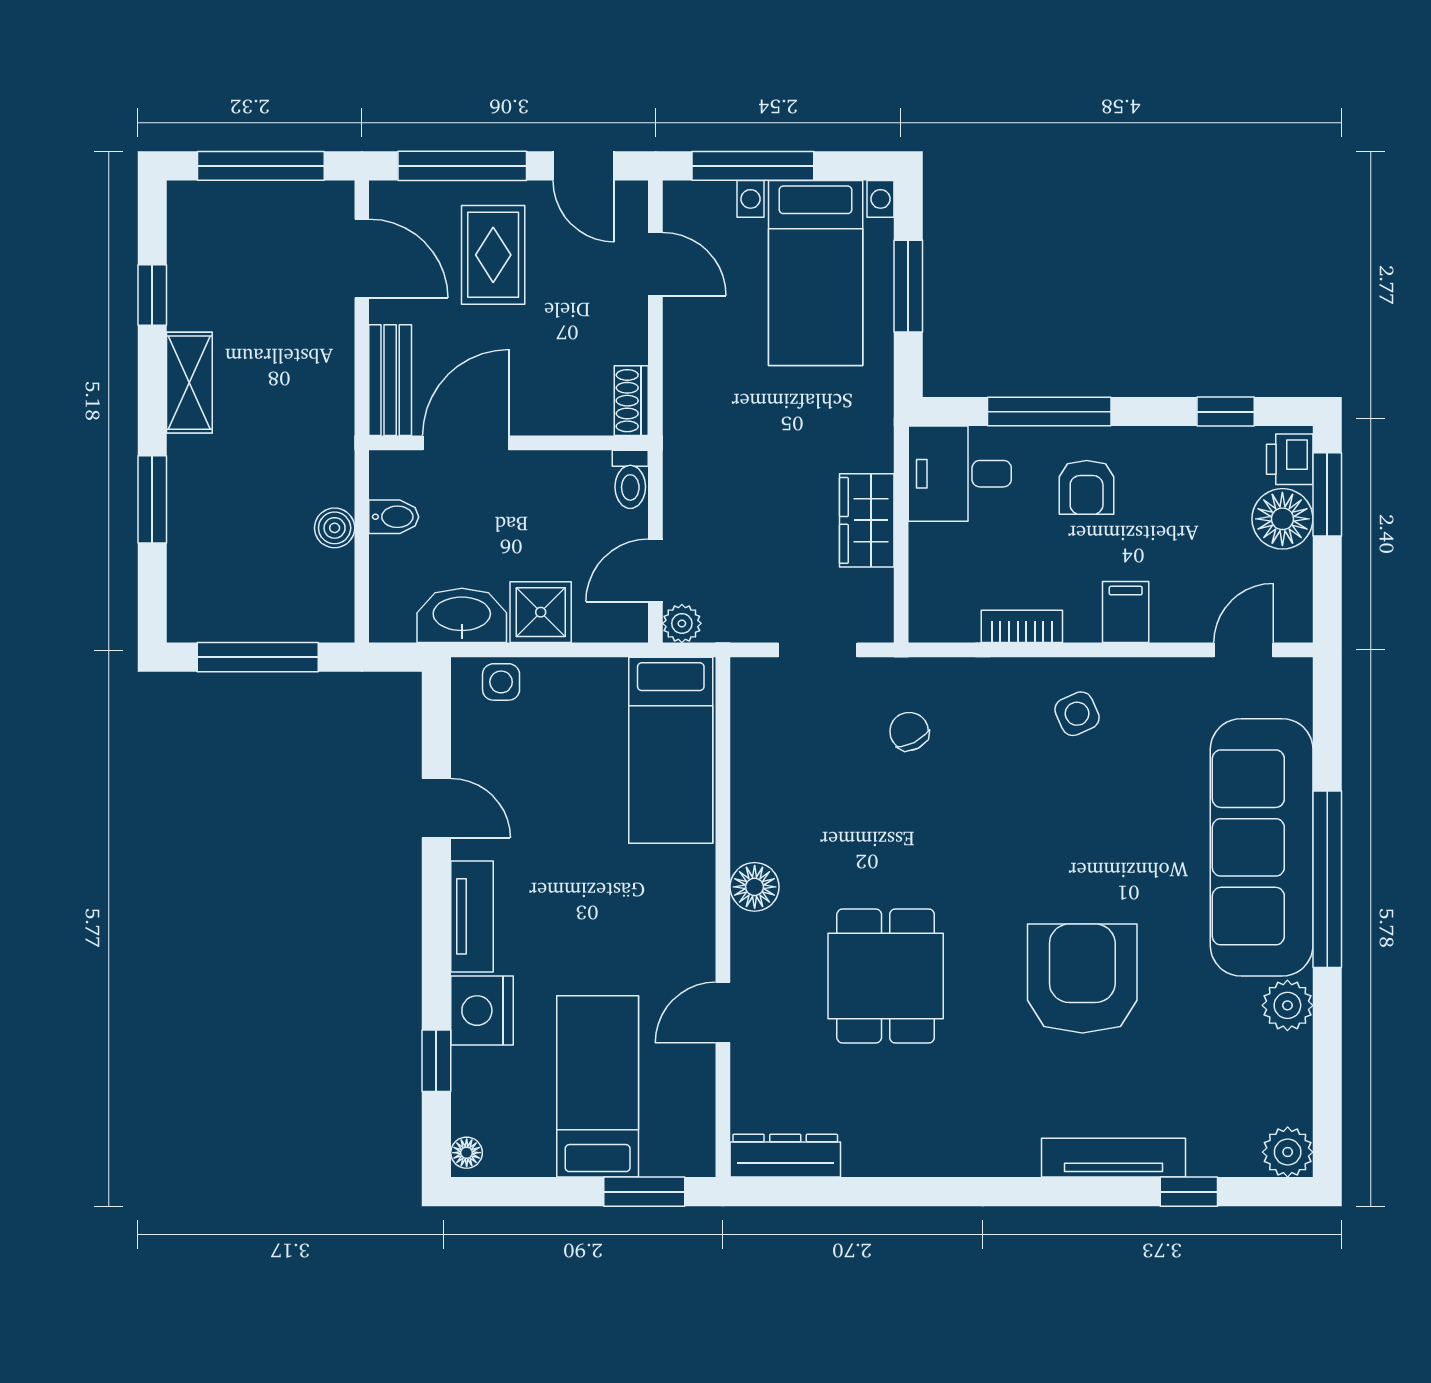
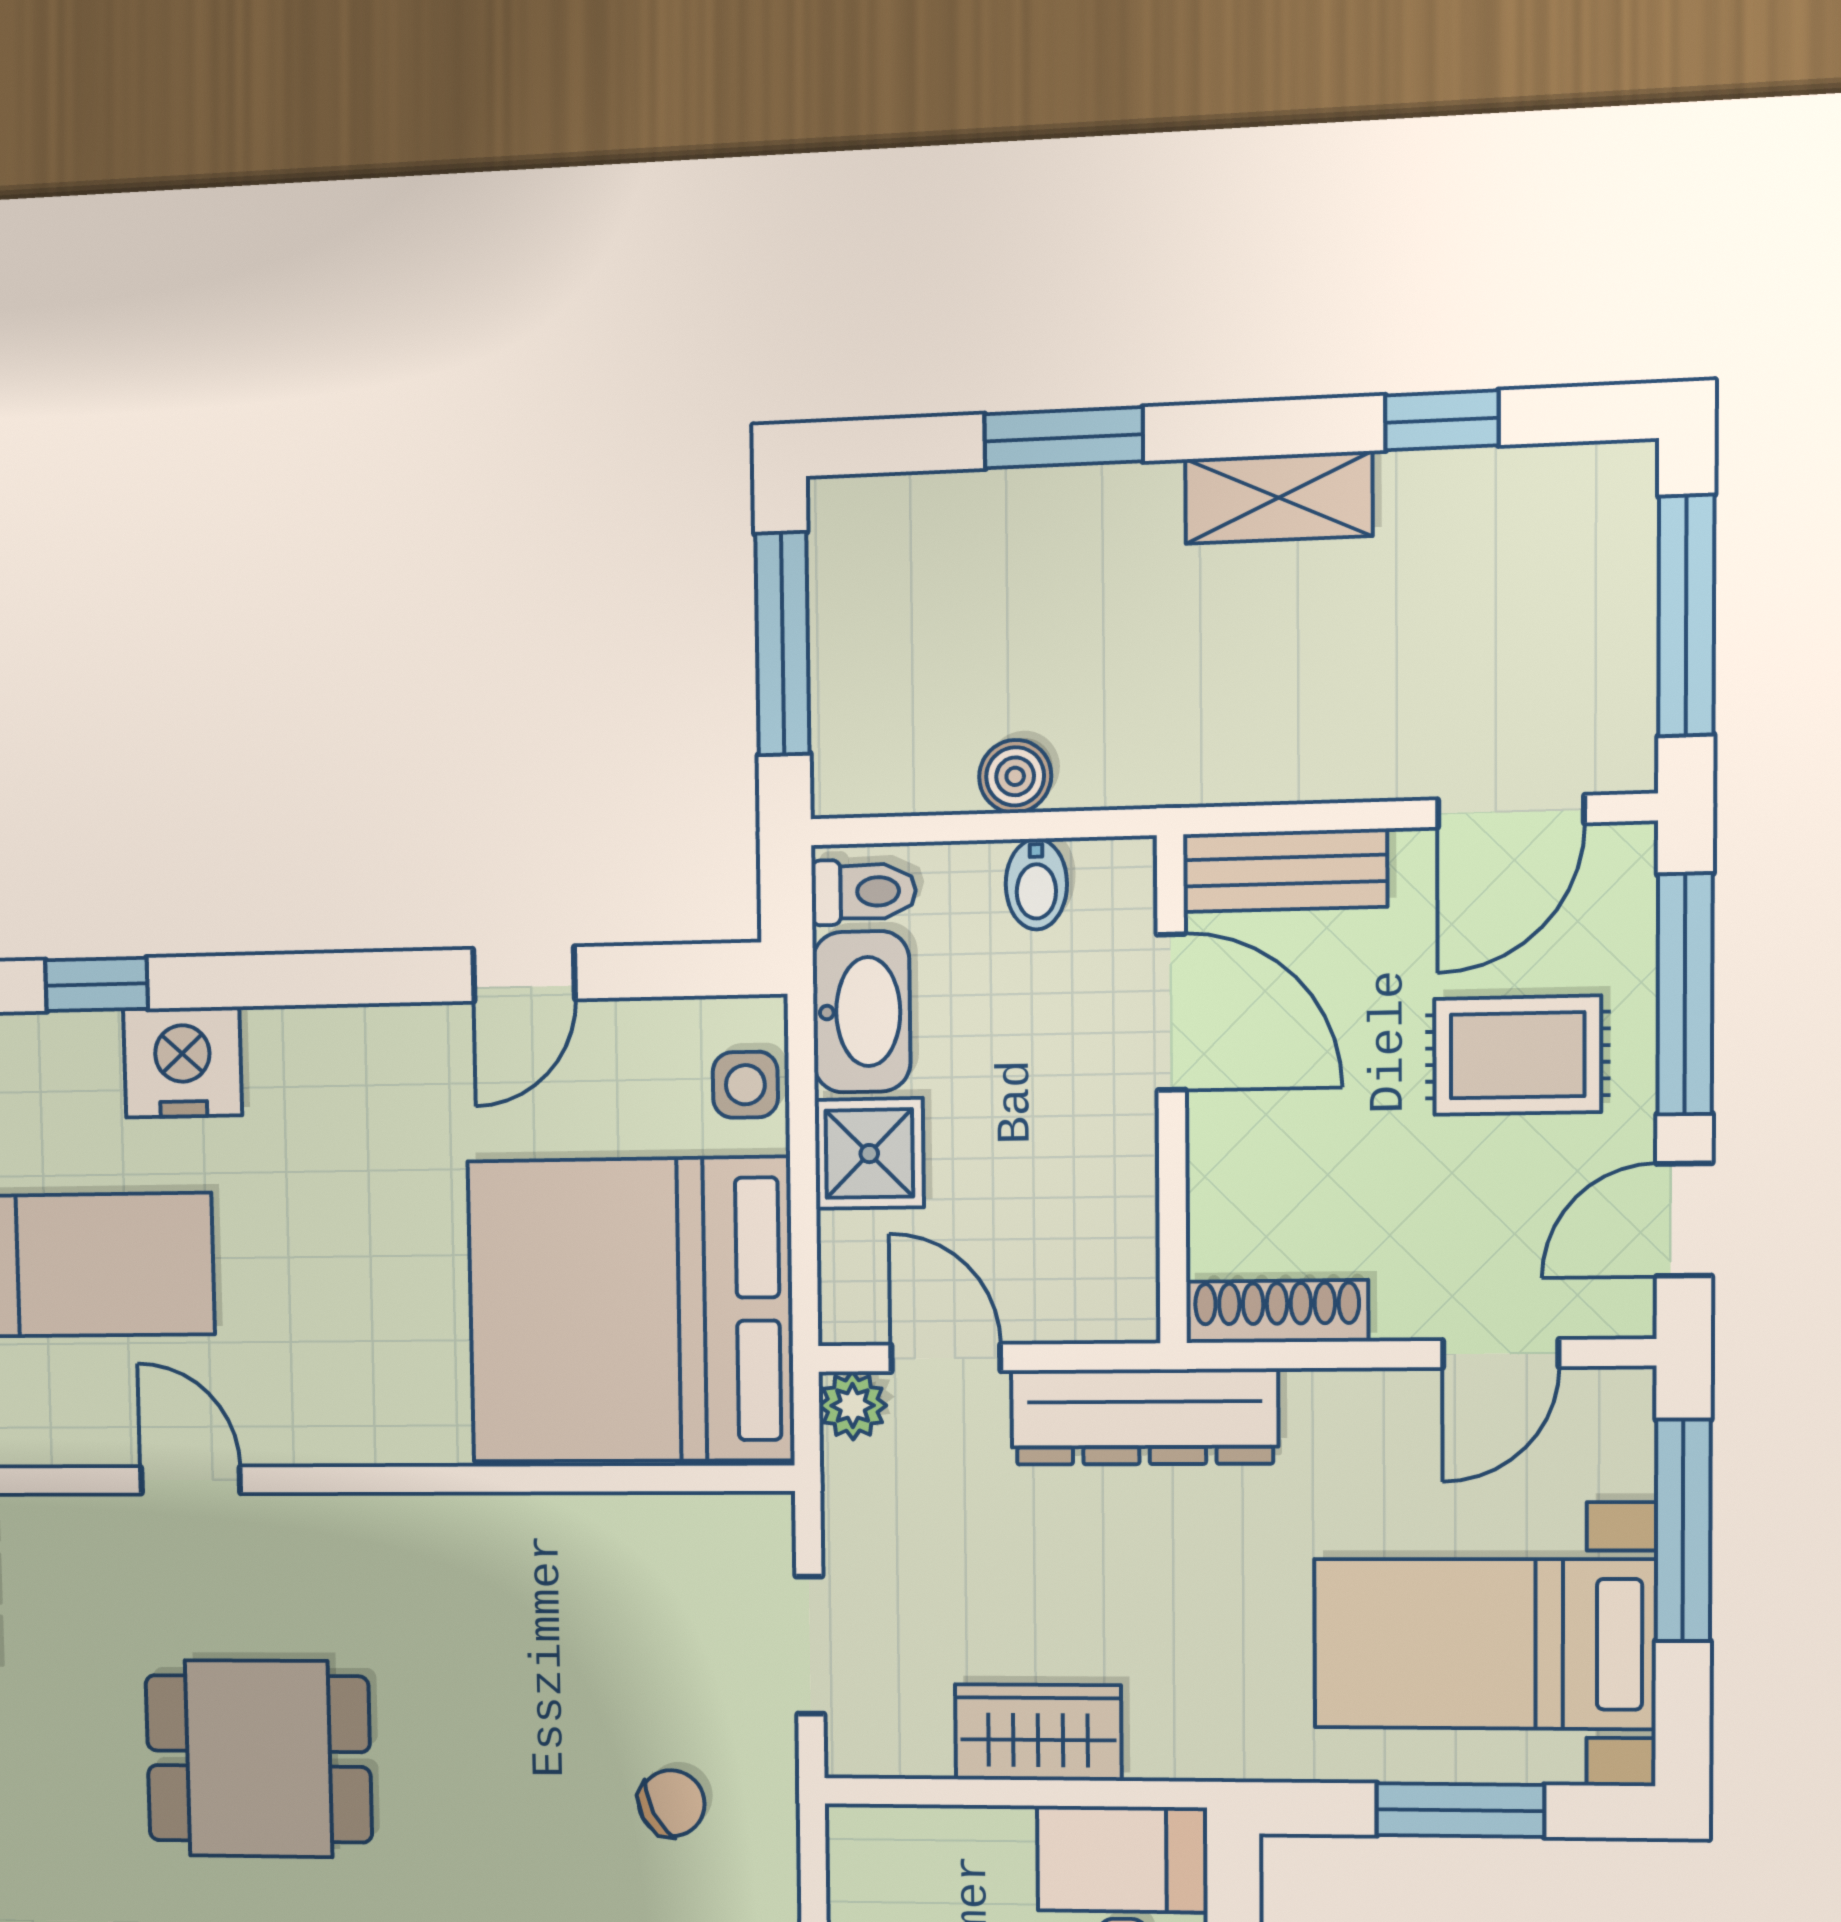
shoe rack: (631, 401) -> (1277, 1312), width x1.43
dresser: (689, 459) -> (1144, 1417), added
toilet: (630, 479) -> (864, 892), moved, turned 180
bed: (671, 750) -> (631, 1310), width x2.04
floor lamp: (755, 887) -> (402, 1534), removed
tv unit: (472, 916) -> (340, 1041), removed

